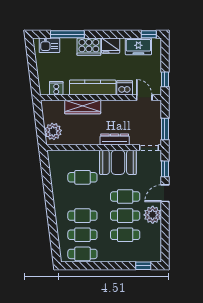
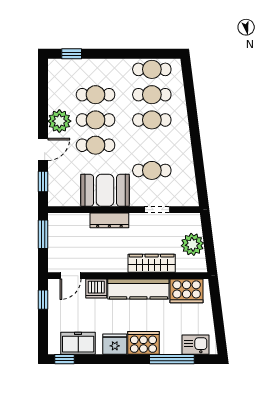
cooker: (56, 88) -> (187, 291), width x1.87, depth x1.31
door: (144, 98) -> (70, 276), hinge flipped
plant: (53, 131) -> (192, 244), moved
doorway: (149, 148) -> (157, 210), moved

